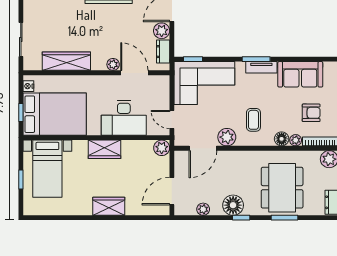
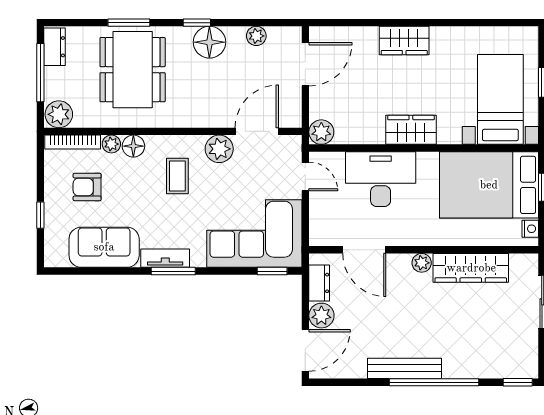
plant: (113, 64) -> (422, 263), moved

